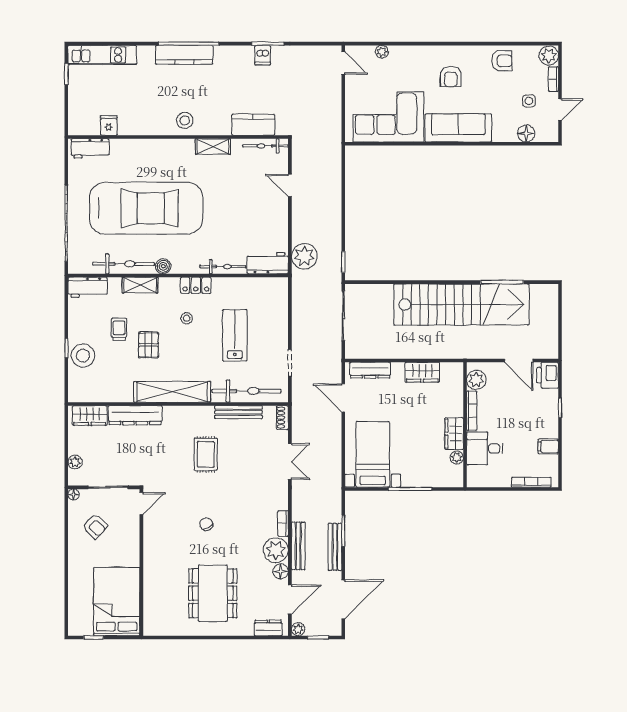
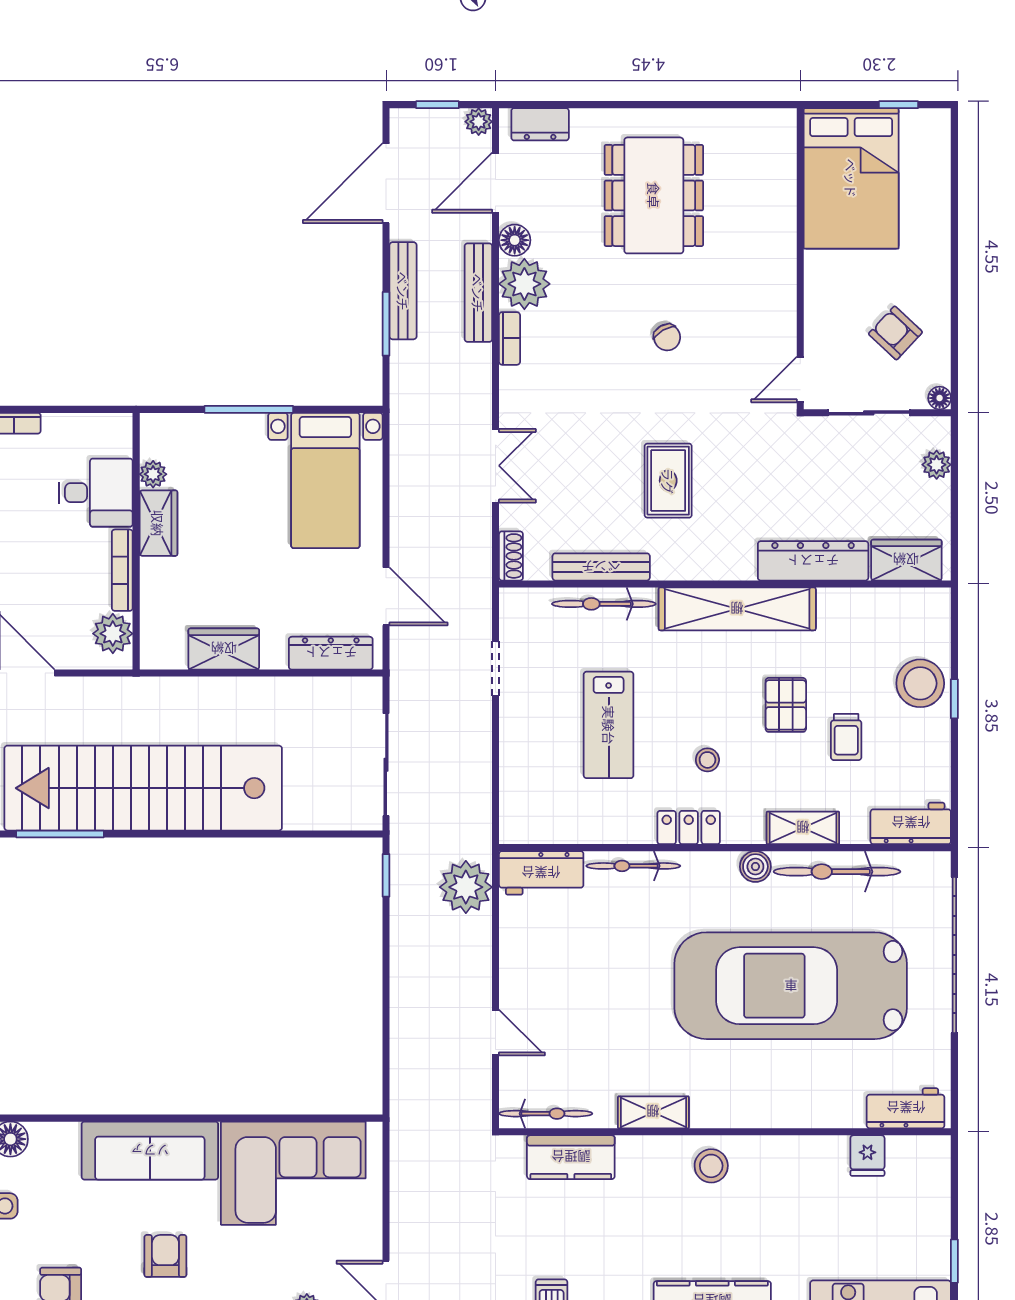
bicycle: (246, 391) -> (604, 604), width x0.73, depth x0.71
double door: (290, 462) -> (496, 466), swing flipped

